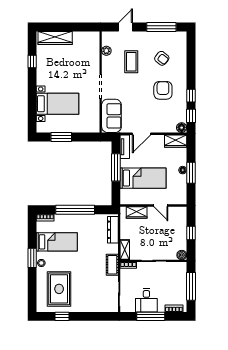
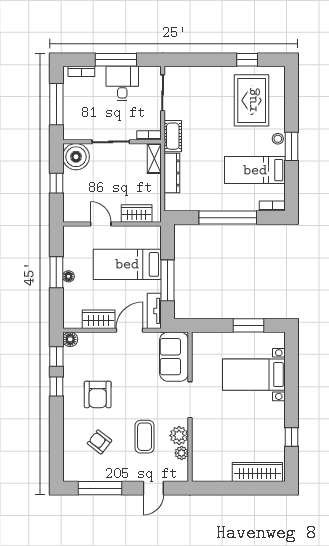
plant: (108, 63) -> (179, 436), added
wardrobe: (176, 141) -> (99, 319), moved
dresser: (113, 230) -> (172, 173), moved
boiler: (182, 255) -> (76, 157), width x1.86, depth x1.86

